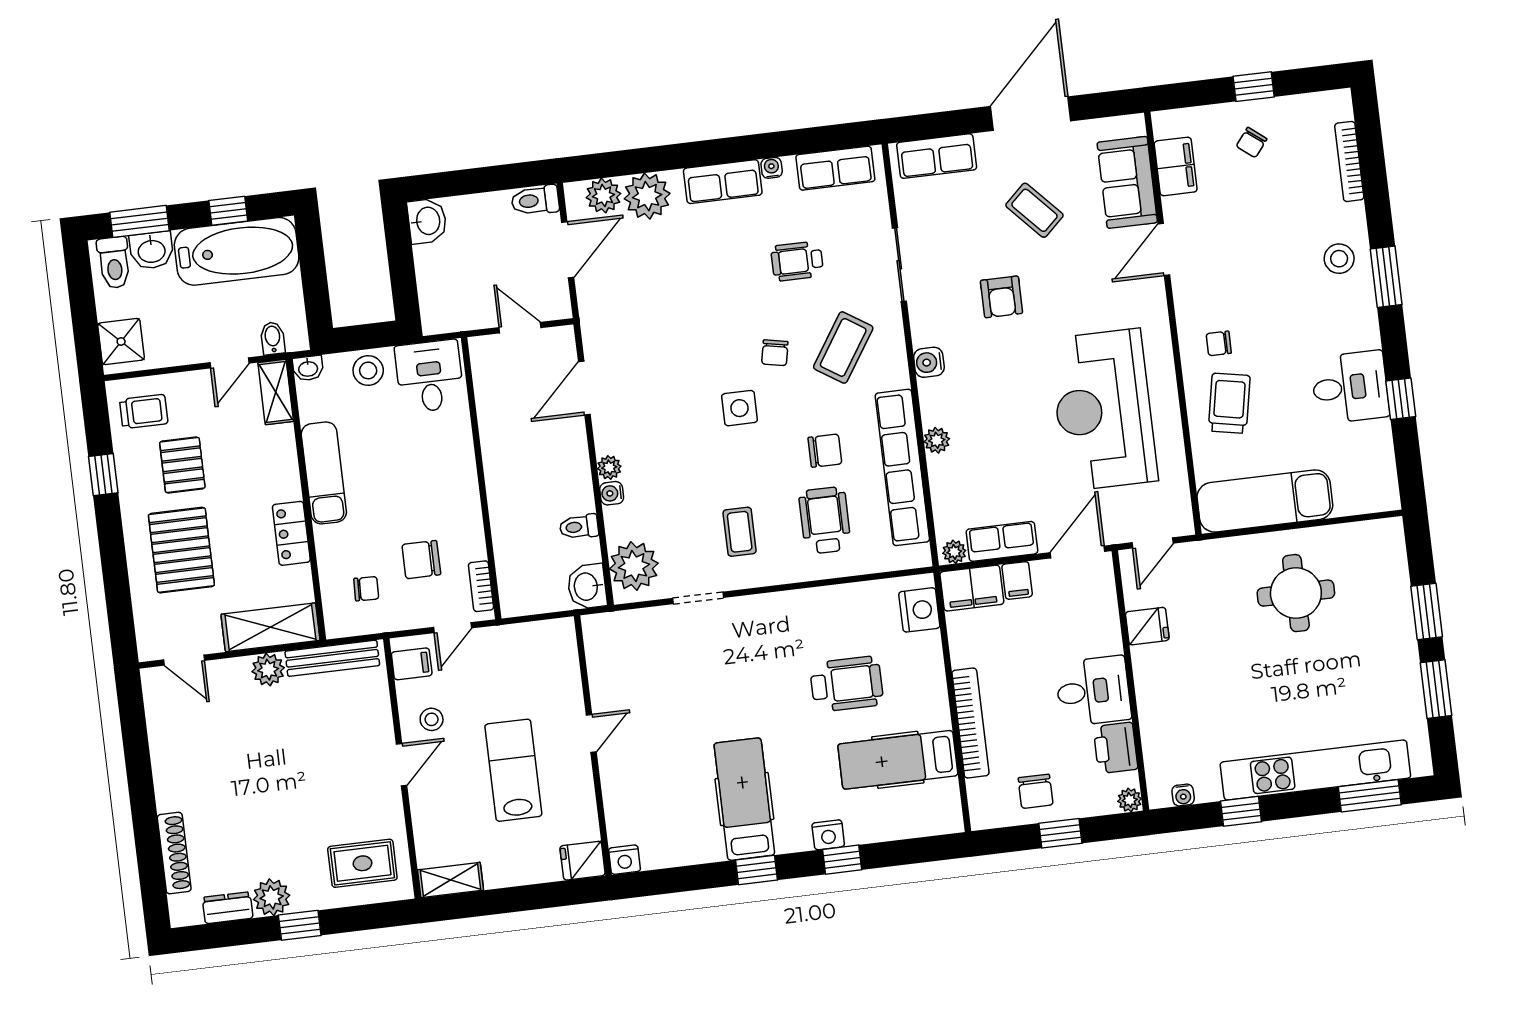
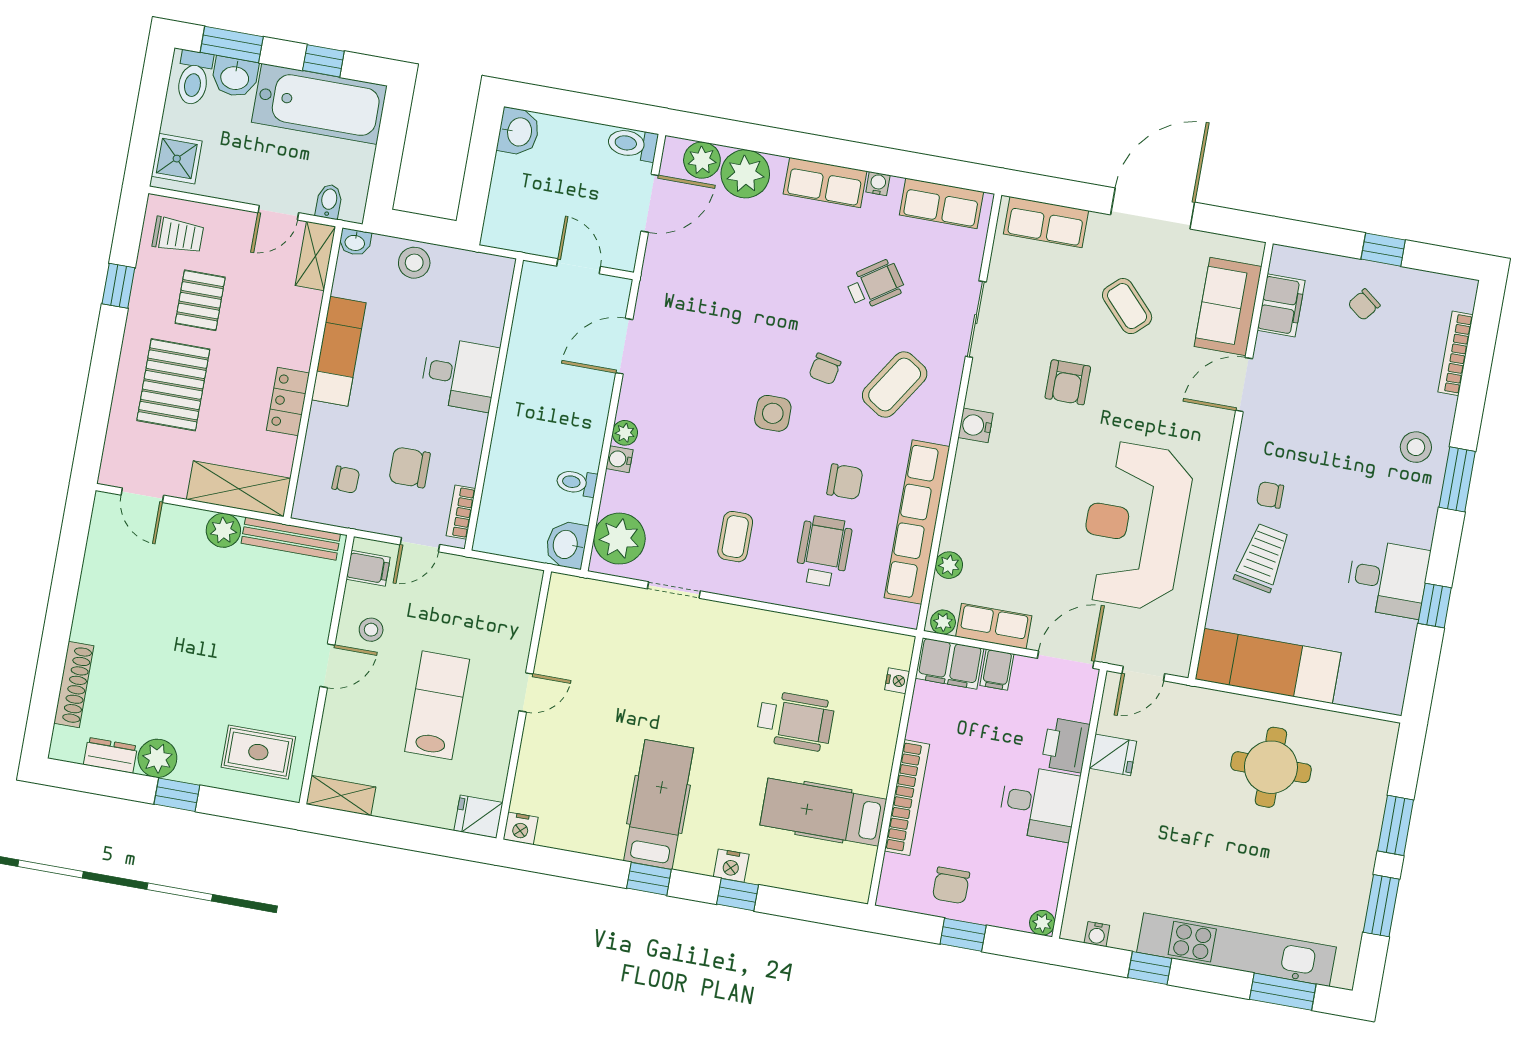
wheelchair: (797, 261) -> (875, 284), turned 146
desk: (430, 376) -> (460, 374), moved, turned 90
plant: (937, 440) -> (949, 565), moved
nightstand: (919, 610) -> (897, 681), width x0.53, depth x0.56
printer: (1115, 748) -> (1066, 745), moved

